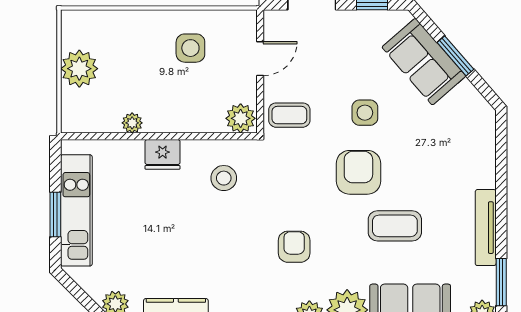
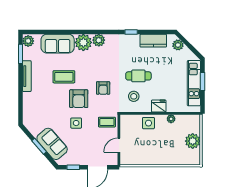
side table: (190, 48) -> (148, 123), moved
plant: (241, 118) -> (127, 121), removed
cafe table: (212, 228) -> (138, 76), added
armchair: (294, 247) -> (103, 88), moved

